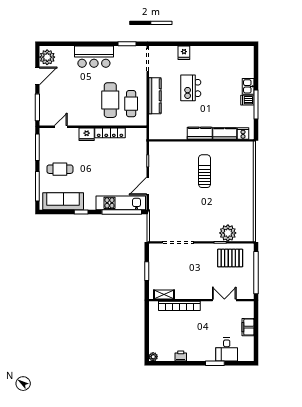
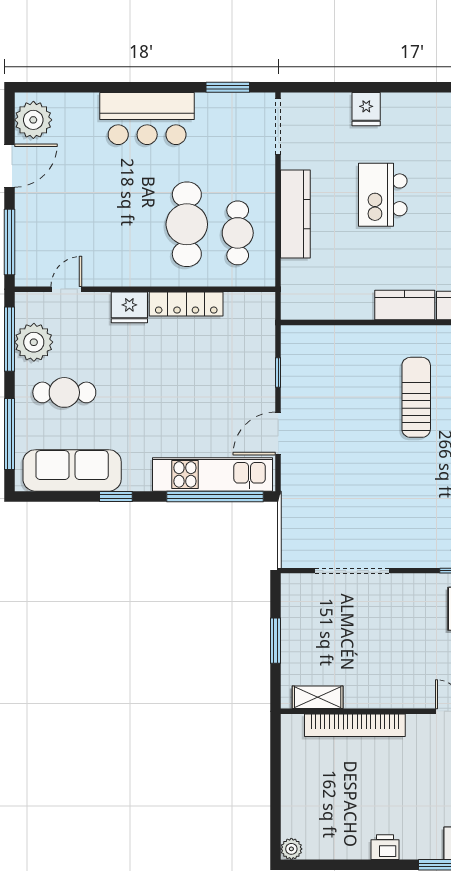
plant: (47, 149) -> (34, 342), added
printer: (181, 356) -> (385, 847), moved

